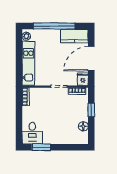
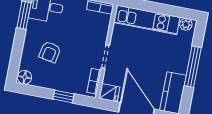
window: (54, 26) -> (193, 67), width x0.68
armchair: (63, 125) -> (50, 52), added
floor lamp: (83, 126) -> (25, 77), moved

